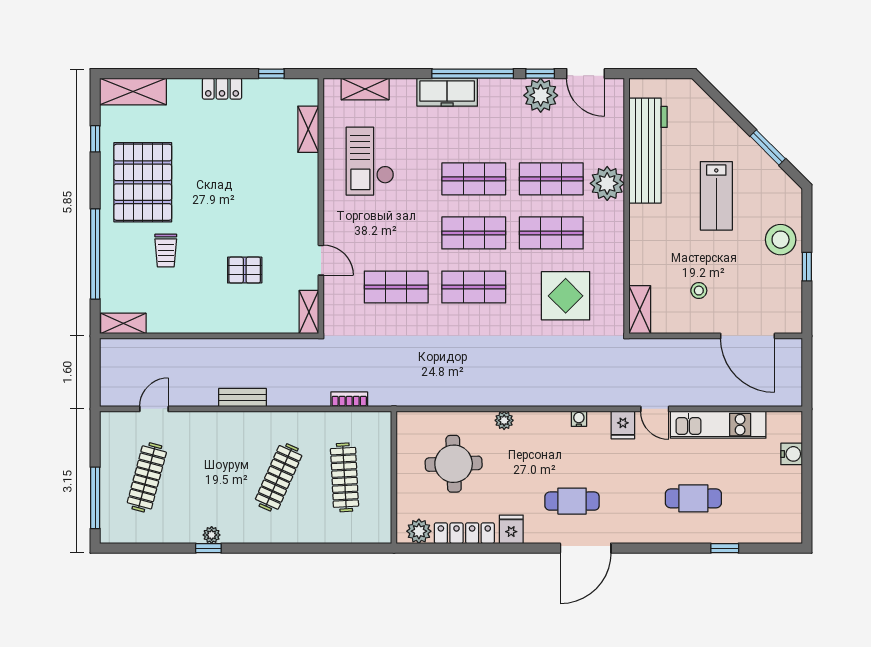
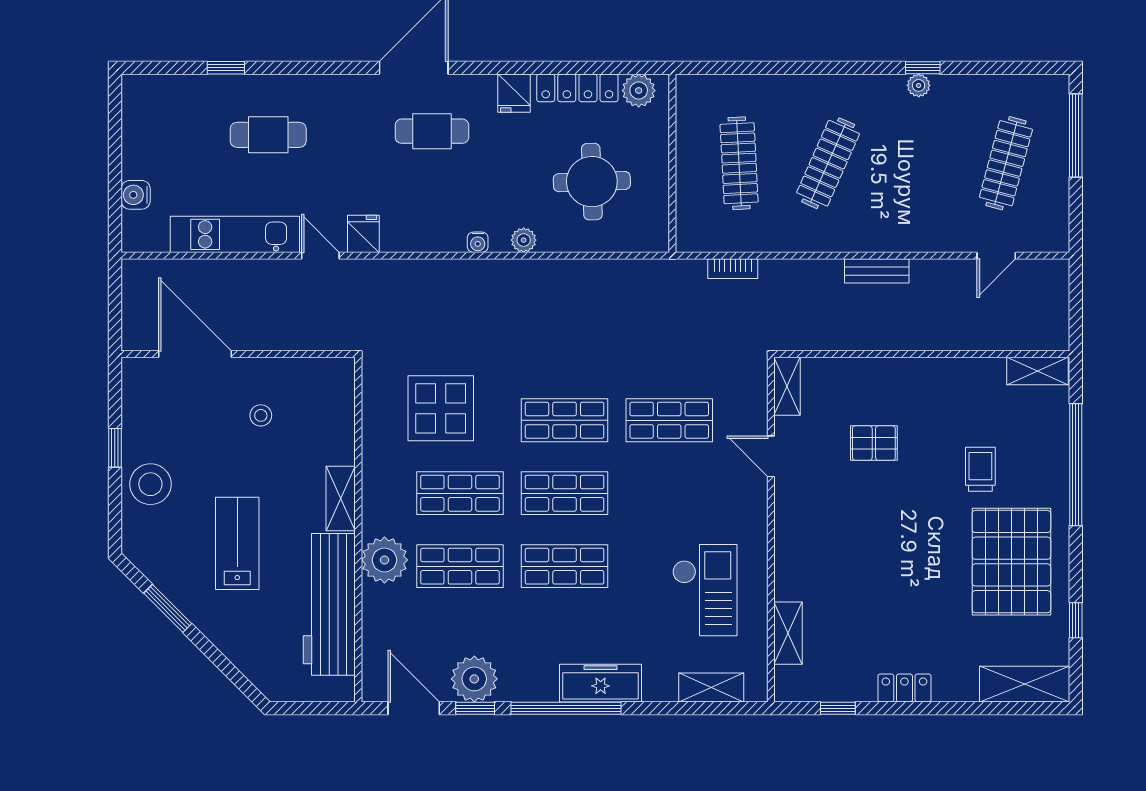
shelving: (640, 310) -> (341, 499), moved
water cooler: (579, 419) -> (478, 242), moved

